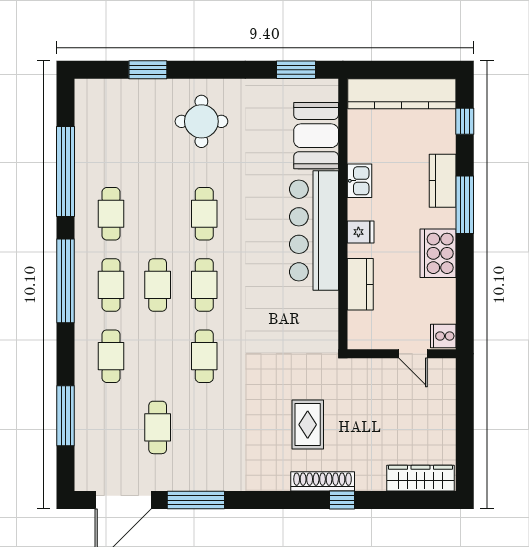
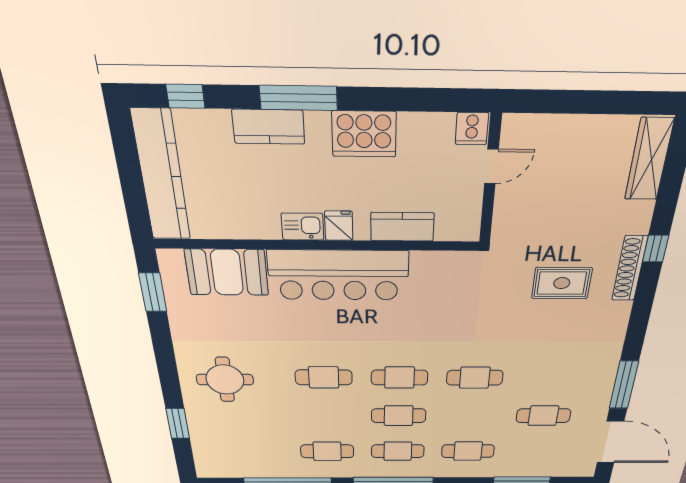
kitchen sink: (359, 181) -> (303, 227), moved

